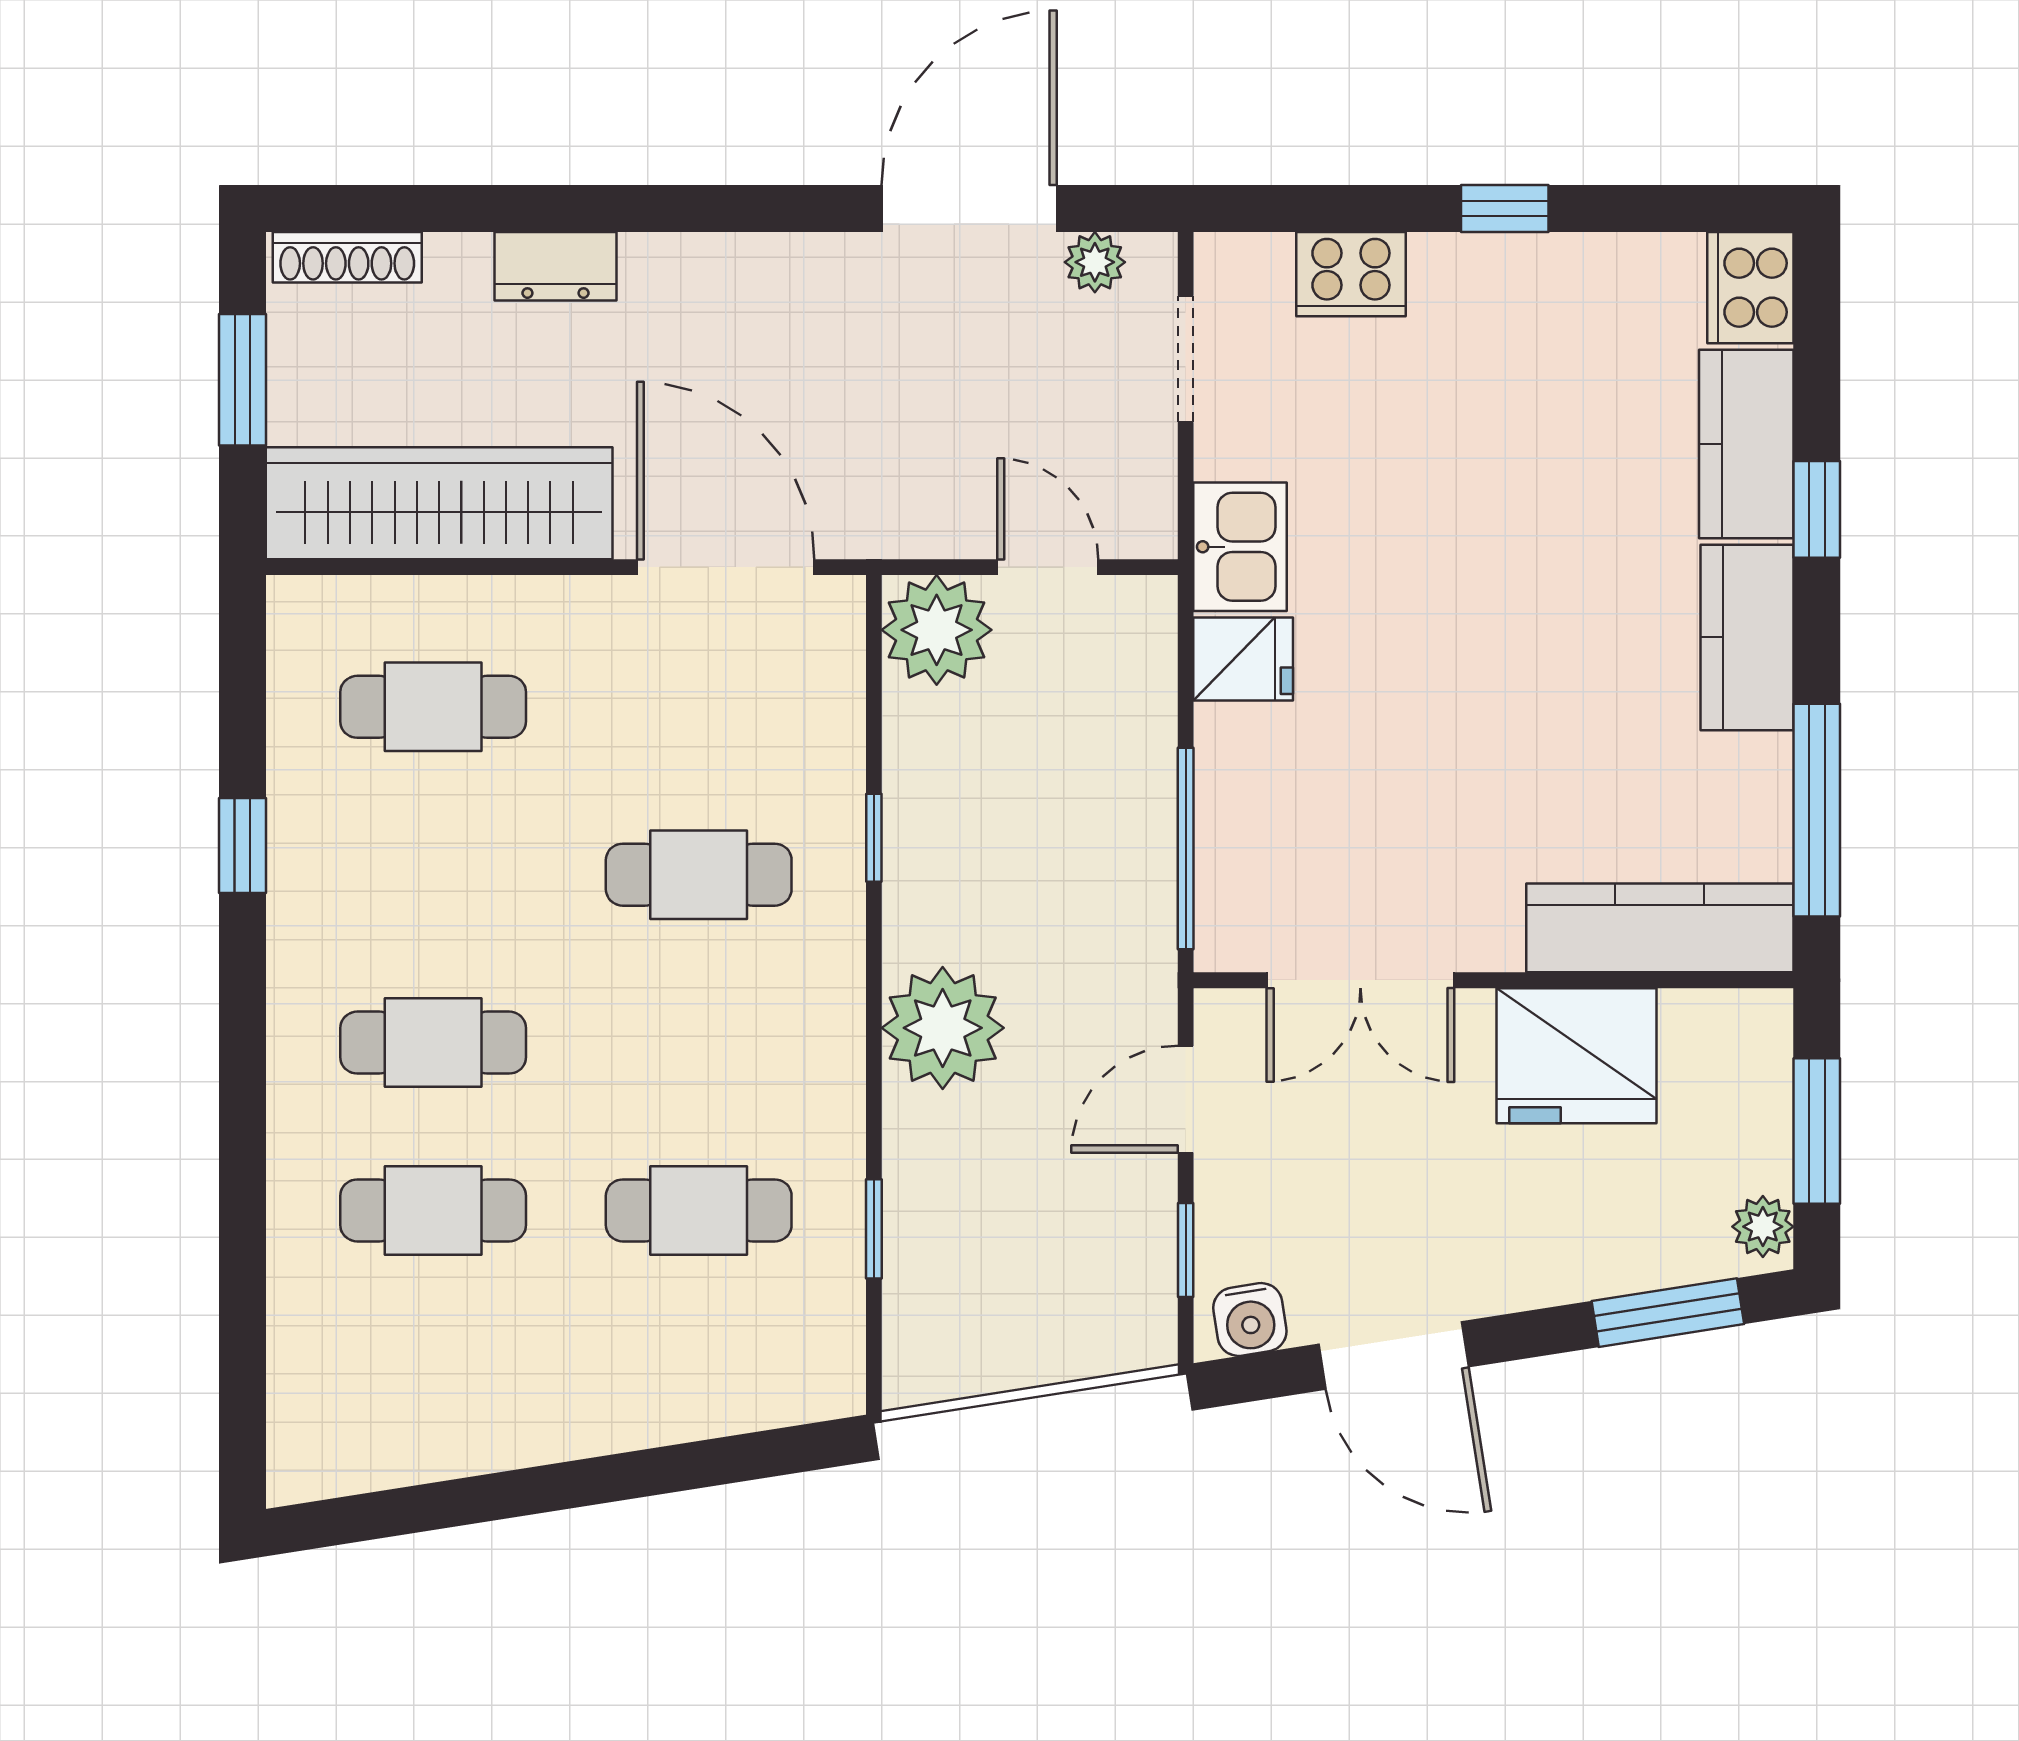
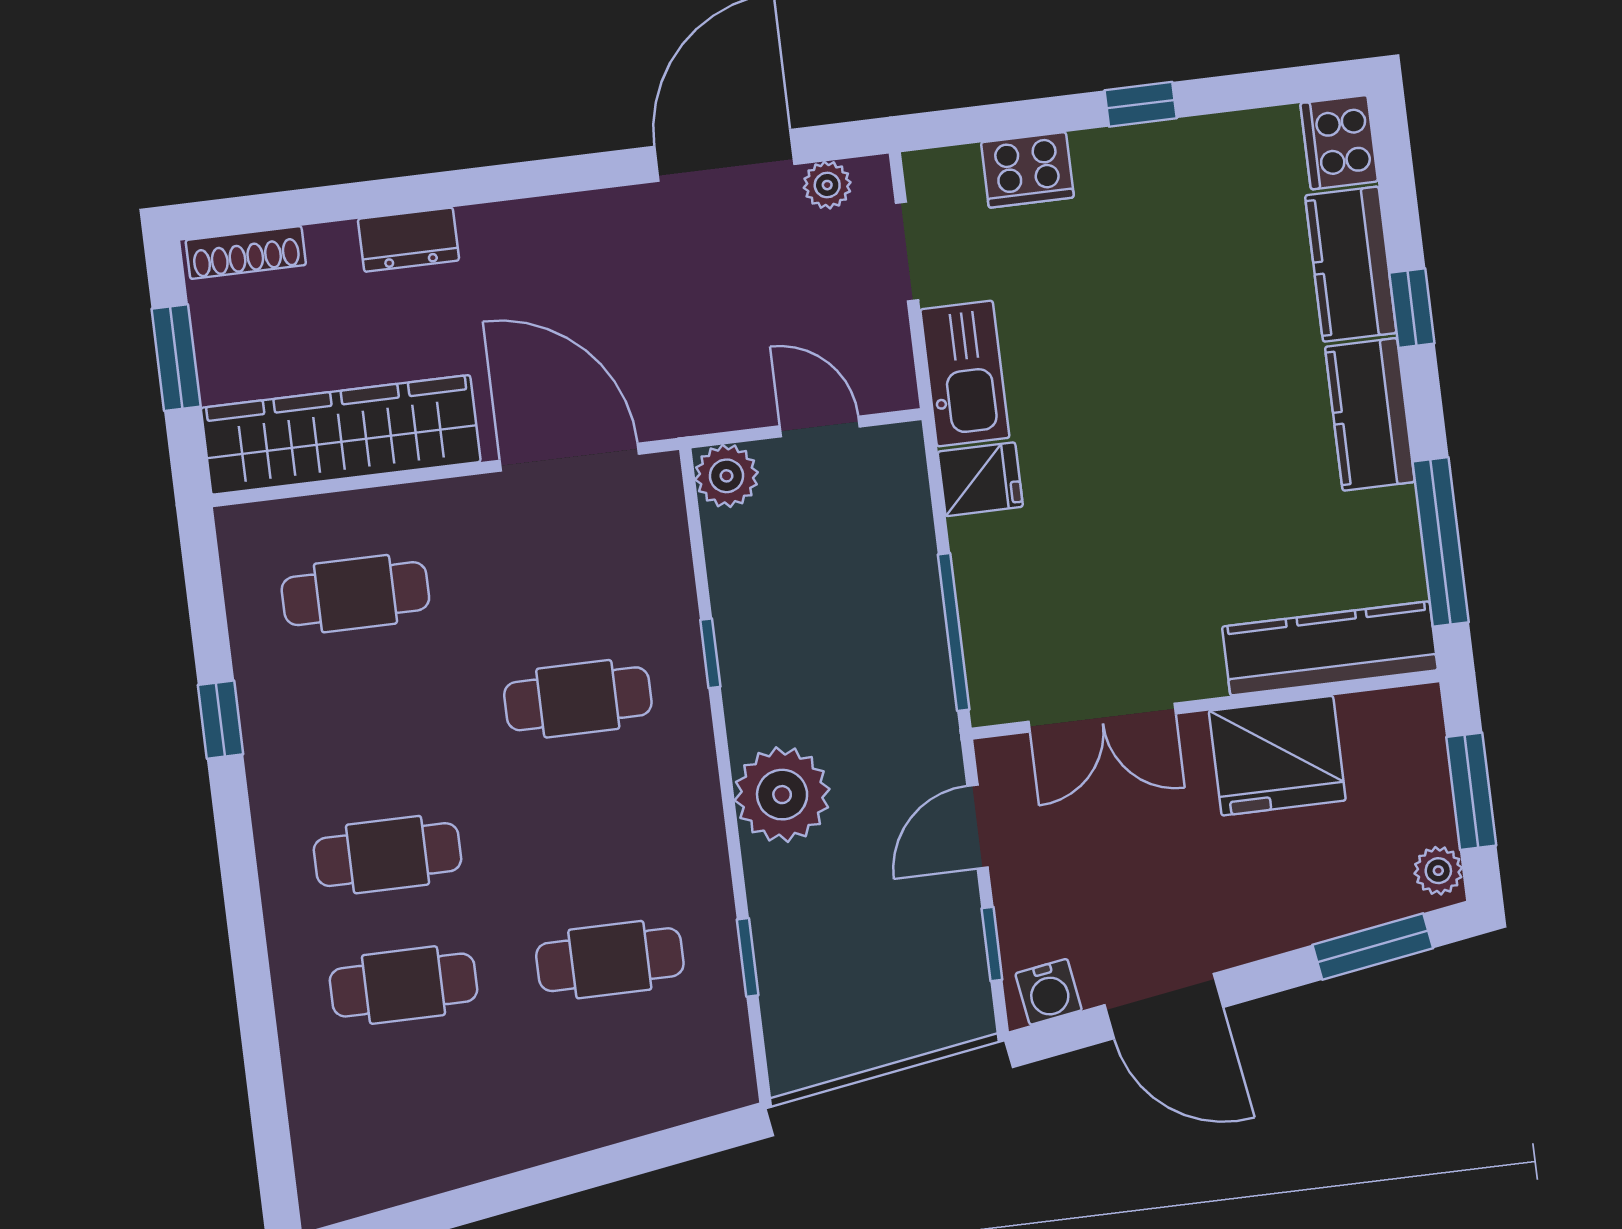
kitchen sink: (1240, 547) -> (965, 374), width x1.38
plant: (937, 630) -> (727, 476), width x0.73, depth x0.73

